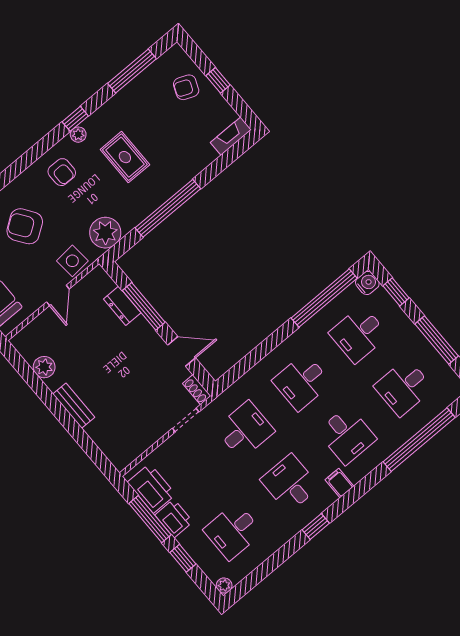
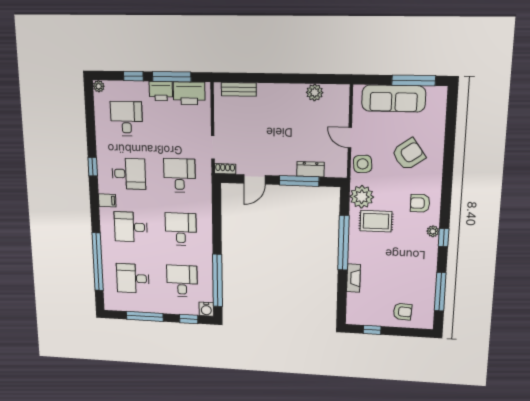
window: (218, 80) -> (372, 330), moved
armchair: (186, 87) -> (403, 312), turned 72
fireplace: (231, 136) -> (354, 278), moved
rug: (125, 157) -> (376, 221), moved
desk: (404, 387) -> (133, 278), turned -90
bench: (74, 406) -> (239, 89), moved
desk: (245, 430) -> (179, 175), turned 180

